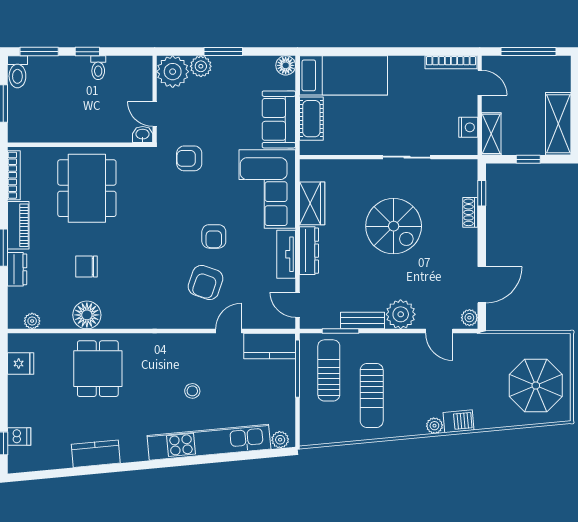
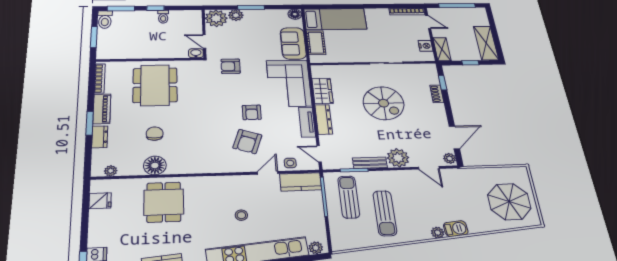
chair: (86, 266) -> (155, 134), turned 90
side table: (259, 317) -> (290, 163), added

